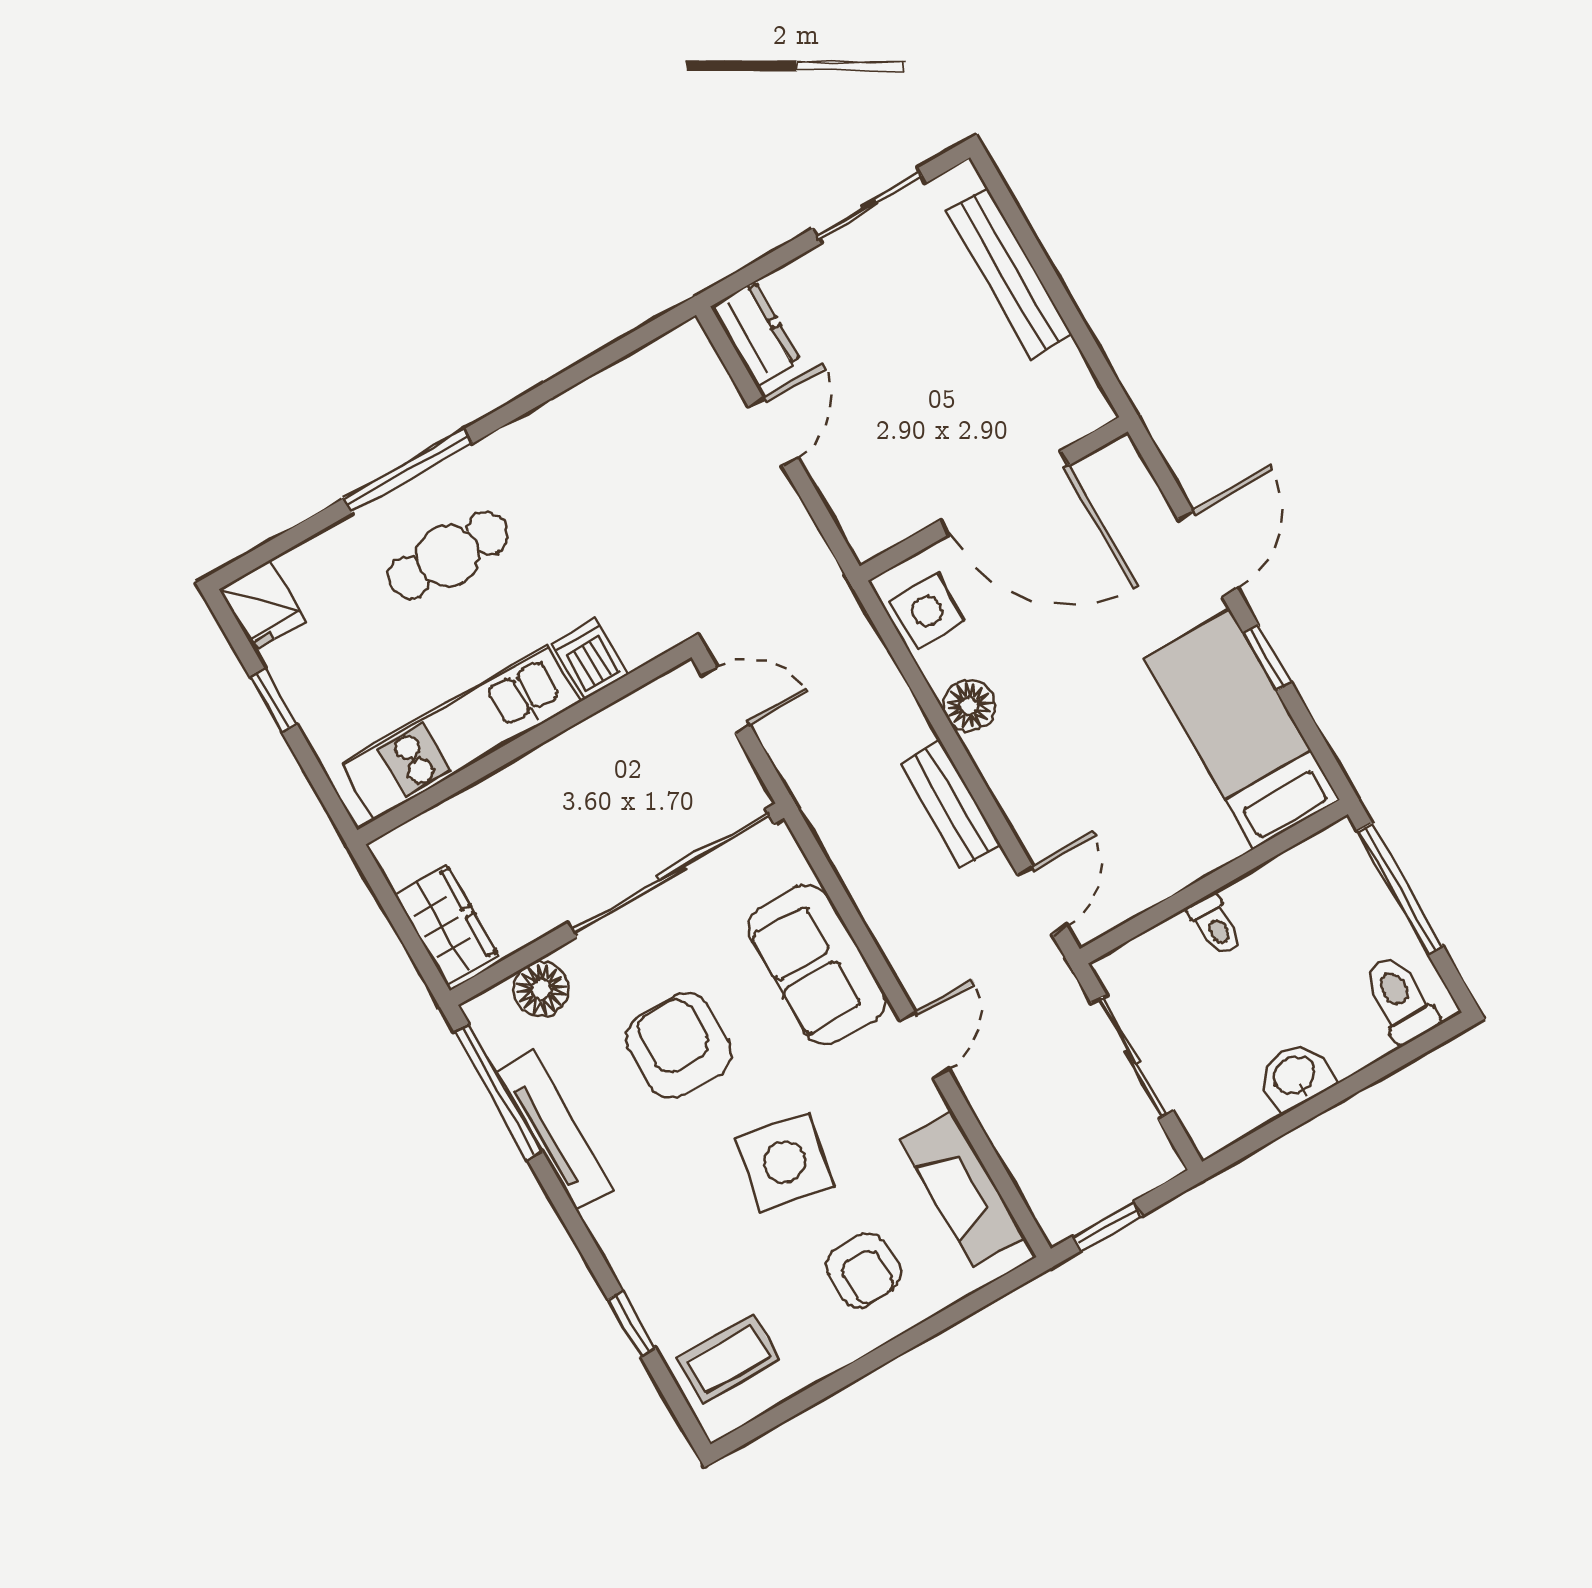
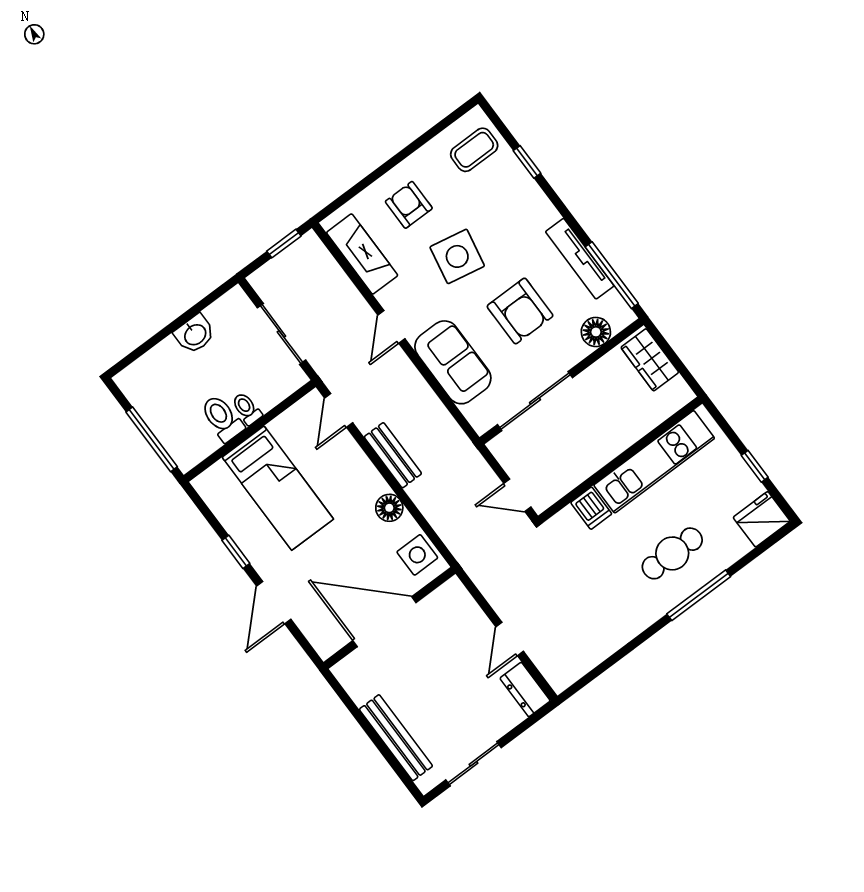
fridge: (262, 605) -> (762, 519), width x1.38
bed: (1242, 729) -> (278, 488), moved
sliding door: (671, 873) -> (535, 401), width x0.73
toilet: (1400, 999) -> (222, 418), moved, turned 180

